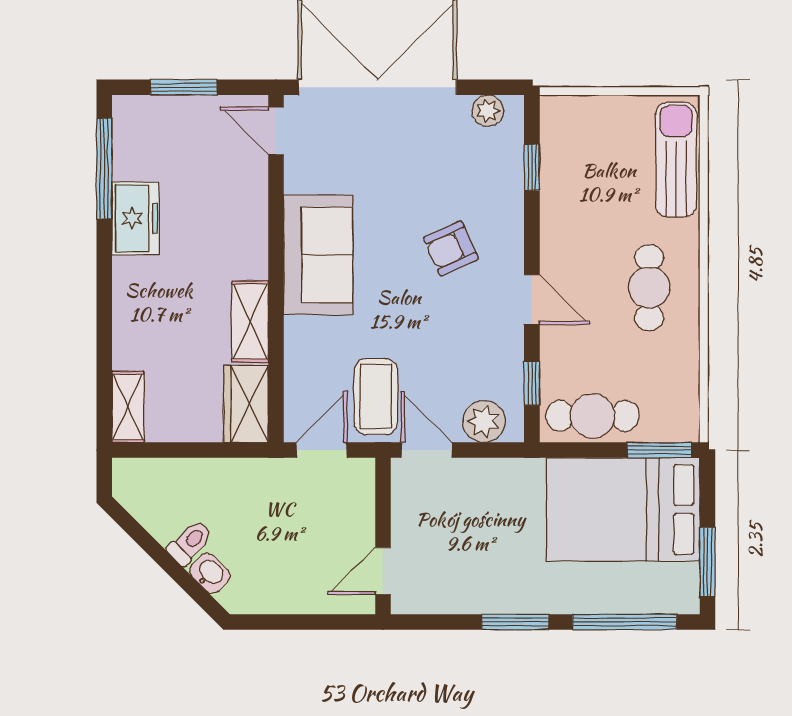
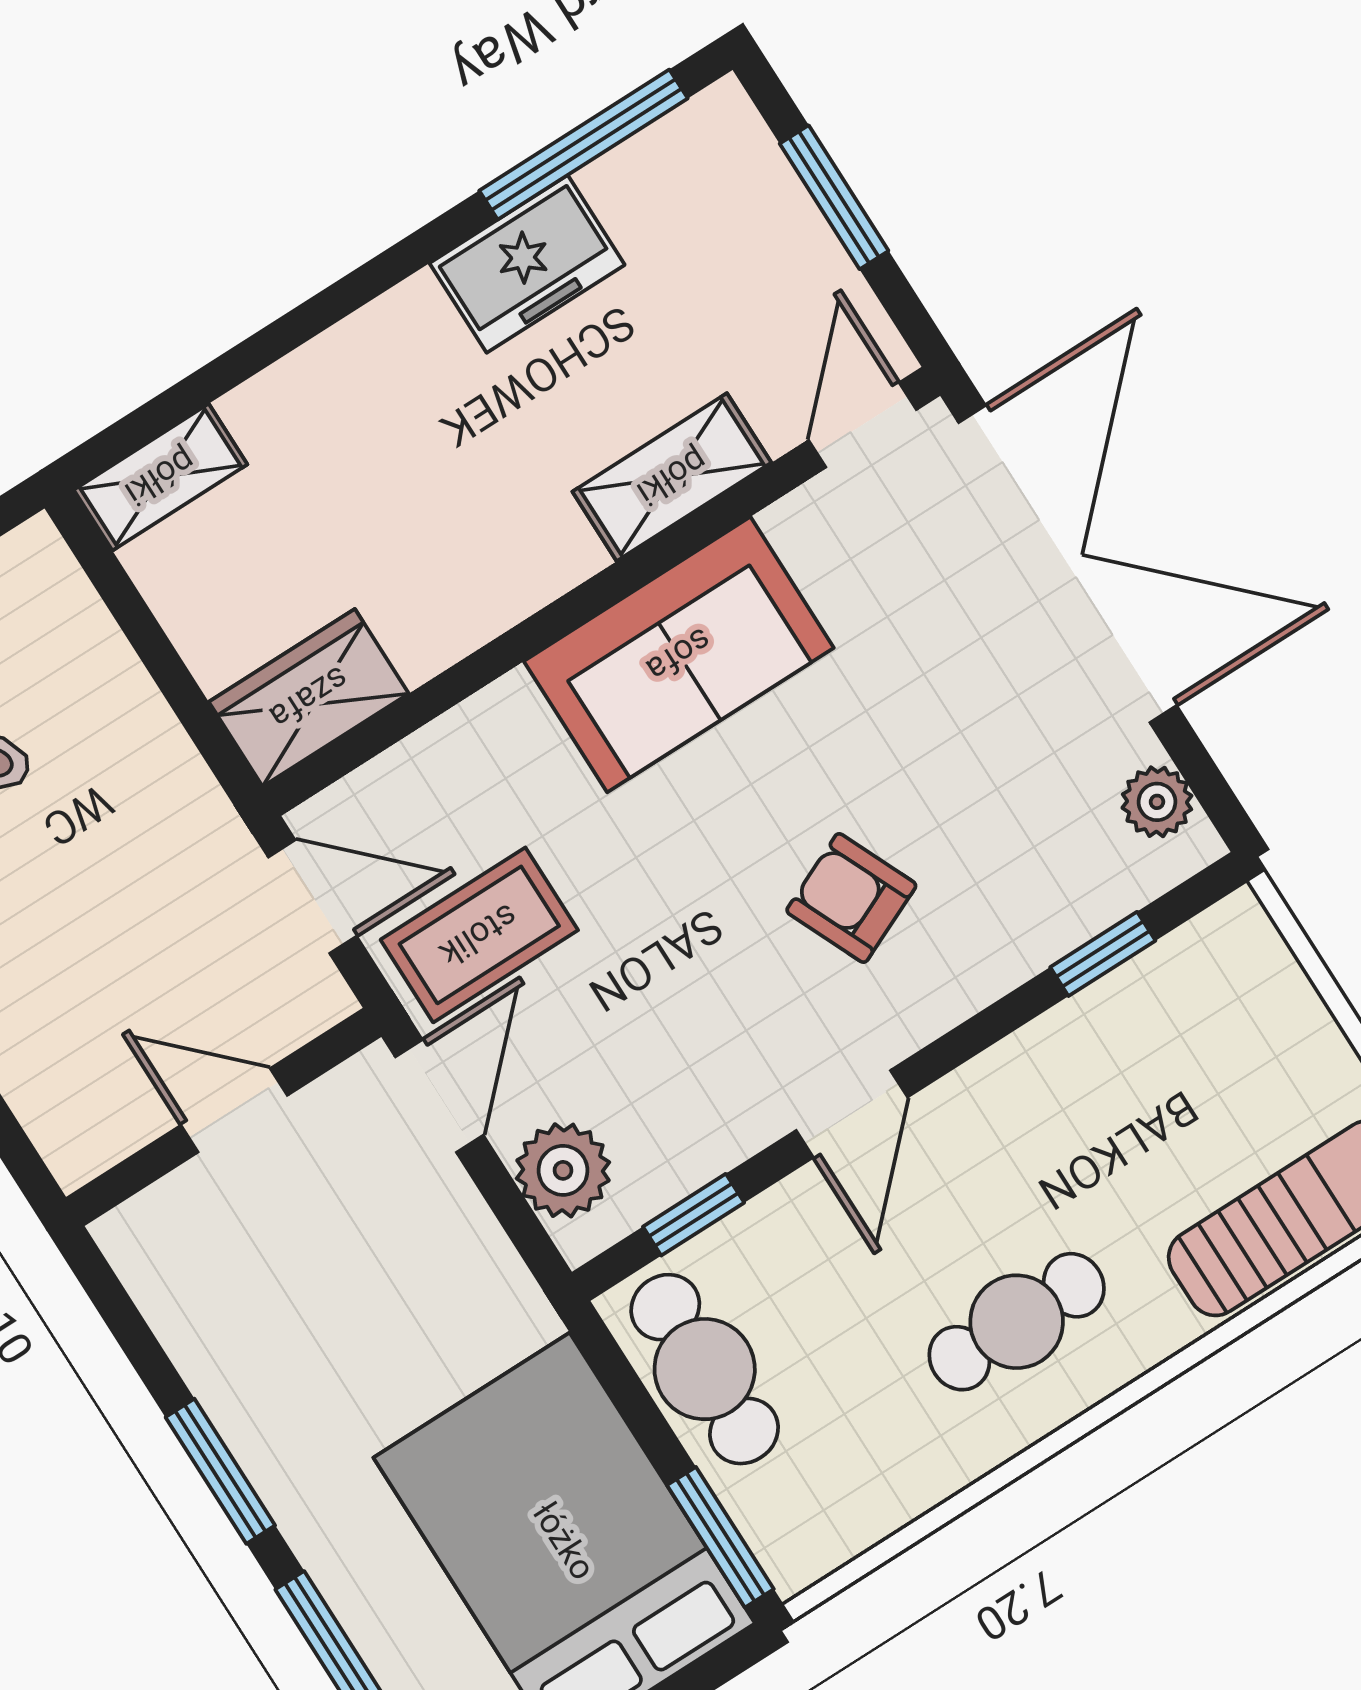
shelving: (250, 322) -> (672, 477), moved
door: (383, 571) -> (234, 1110), moved

